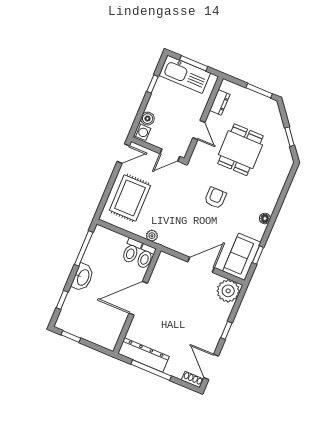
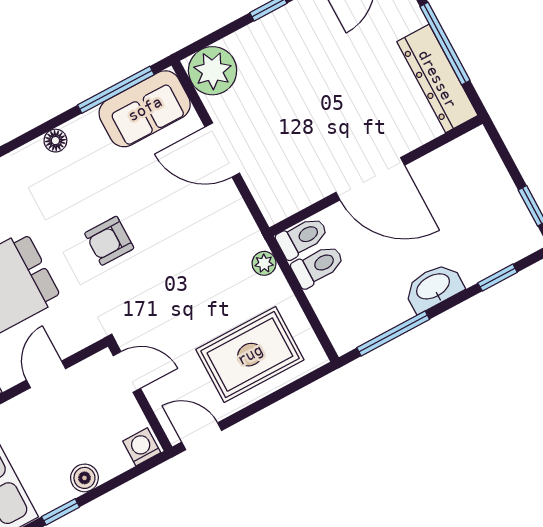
boiler: (148, 119) -> (84, 478), moved
window: (258, 255) -> (116, 90), width x2.17

